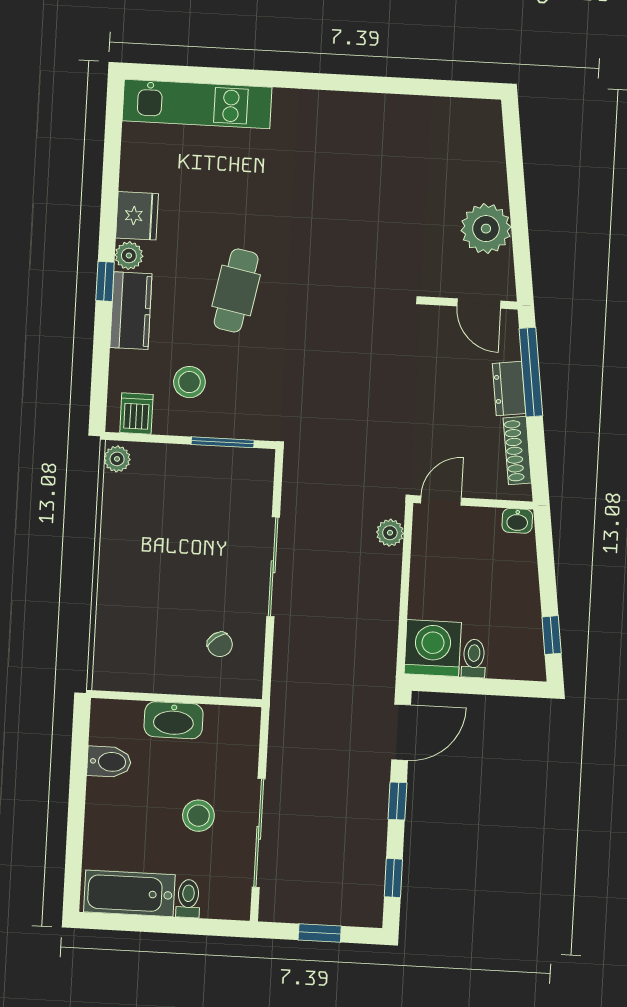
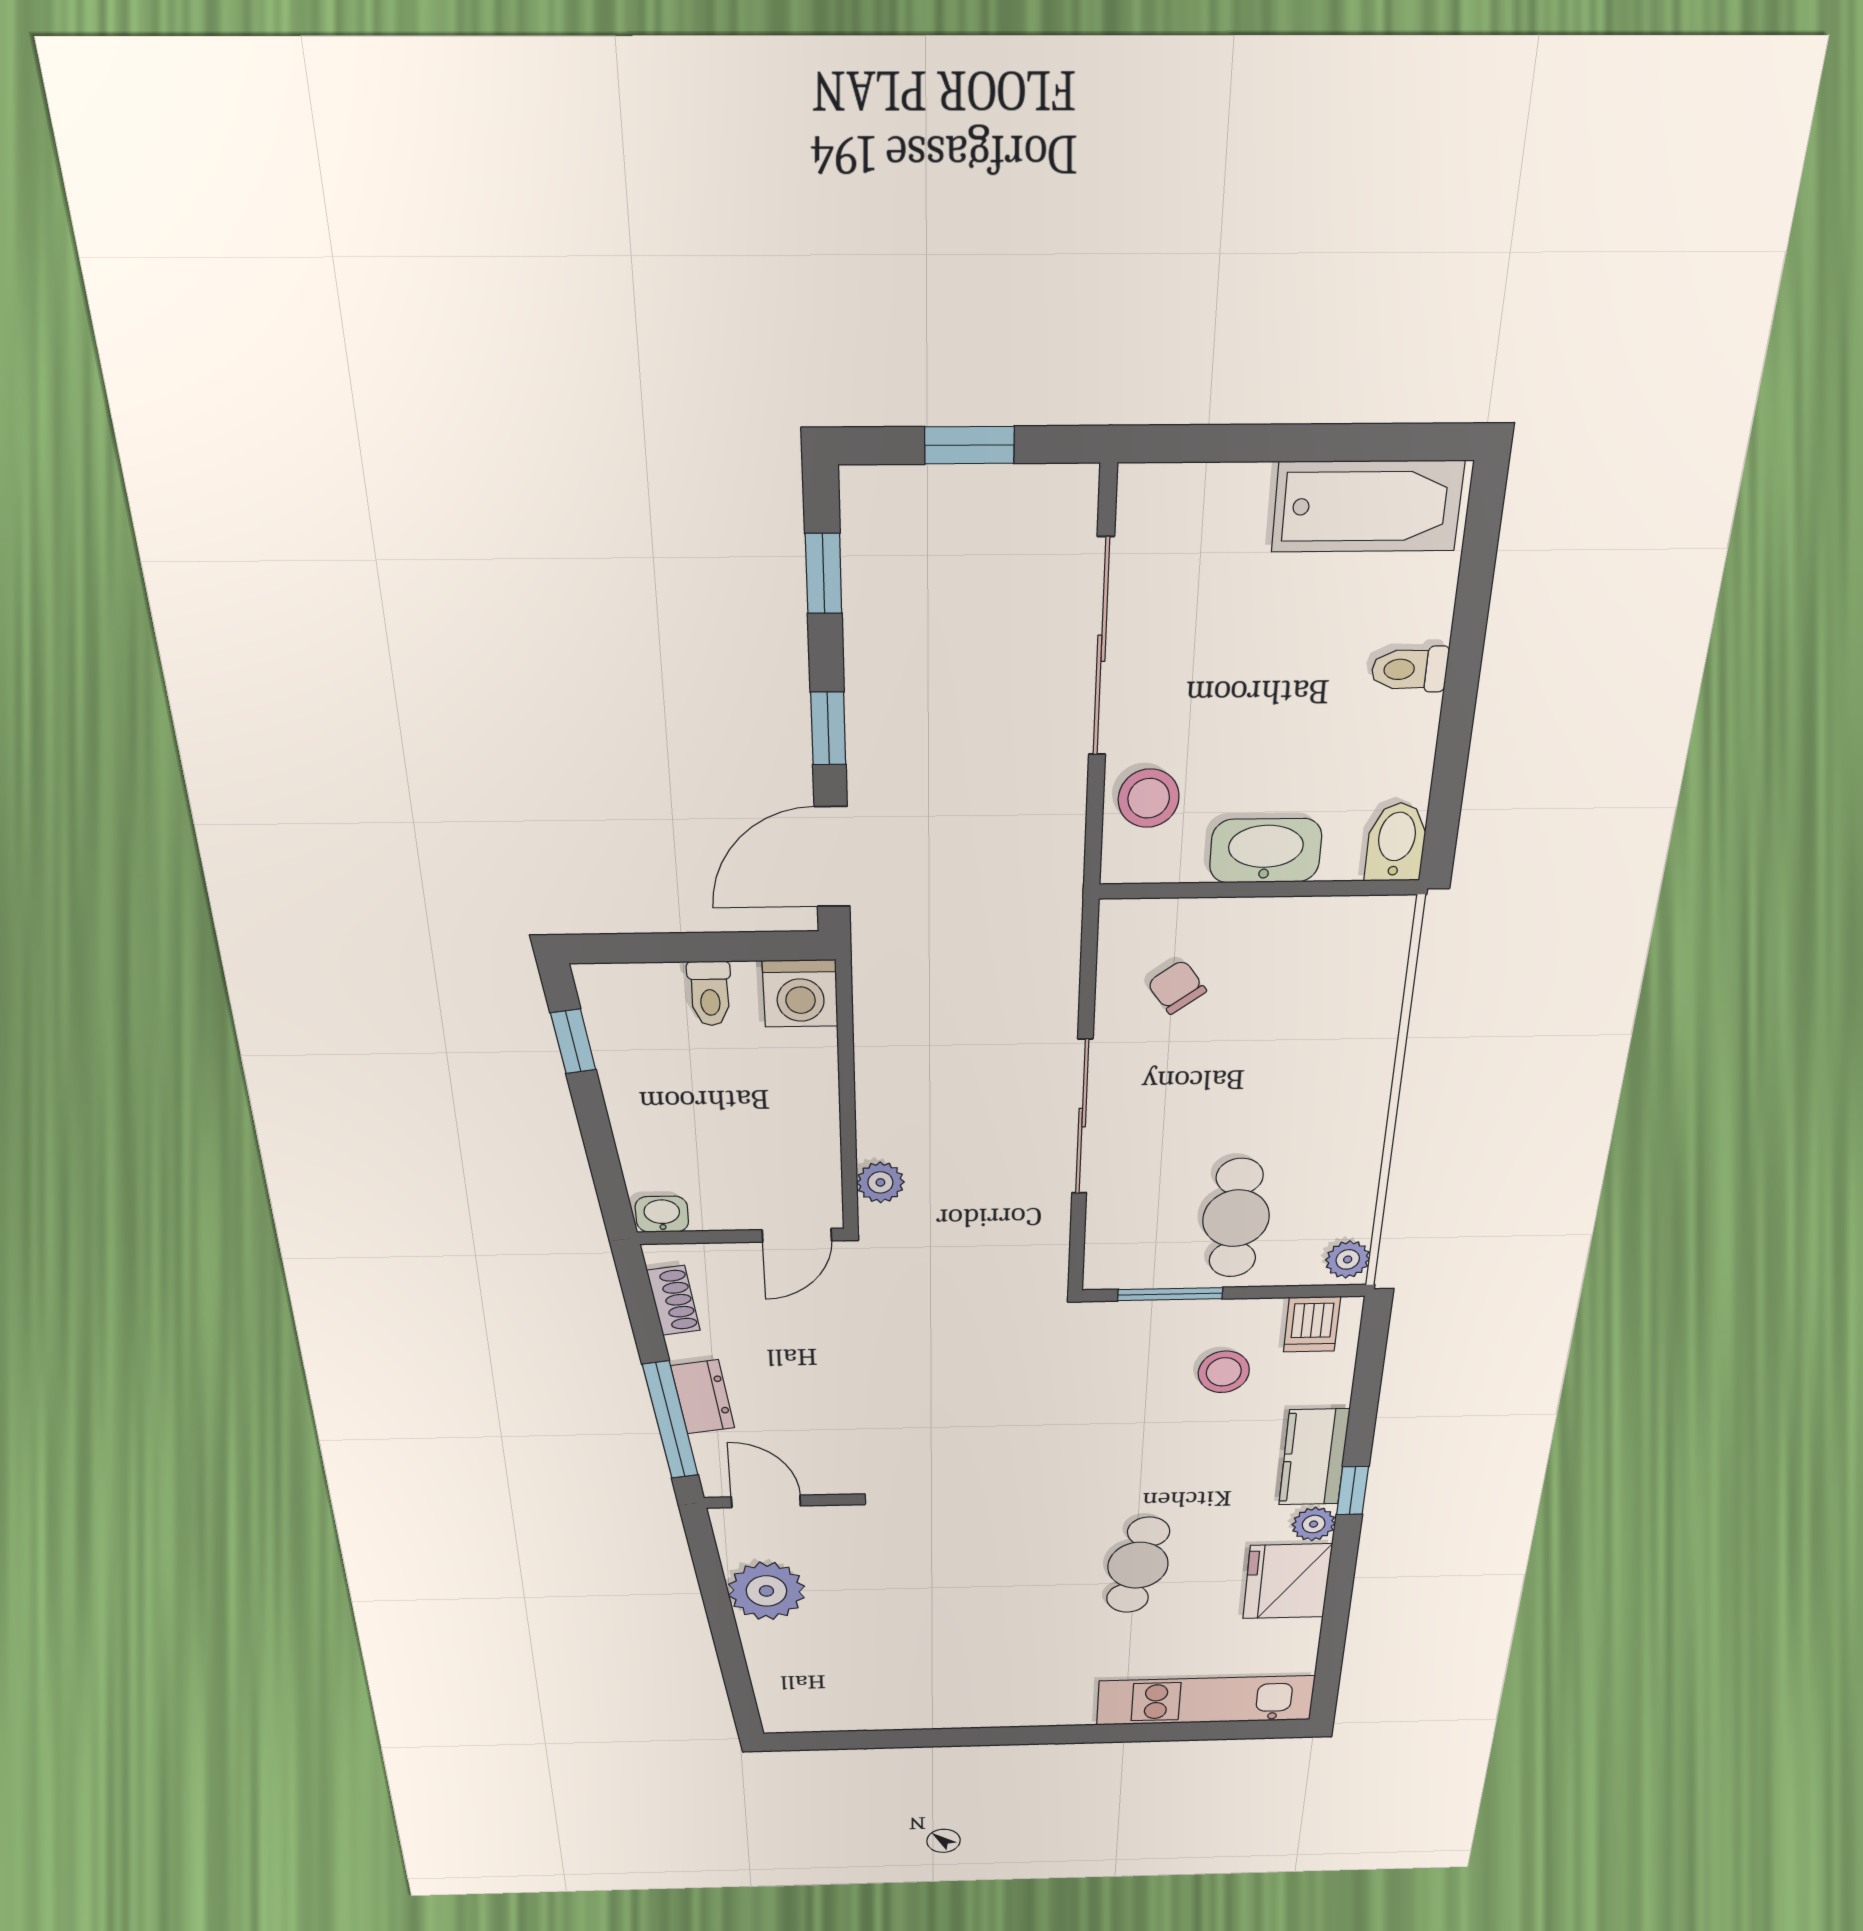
fridge: (137, 216) -> (1287, 1581), width x1.36, depth x1.34
cafe table: (236, 291) -> (1138, 1565), moved
shoe rack: (517, 451) -> (673, 1300), width x0.70
cafe table: (184, 493) -> (1236, 1218), added
washing machine: (433, 648) -> (800, 993), width x0.73, depth x0.73
bidet: (109, 762) -> (1396, 842), moved, turned 90
stool: (198, 816) -> (1149, 798), moved
toilet: (188, 899) -> (1410, 669), moved, turned 90

